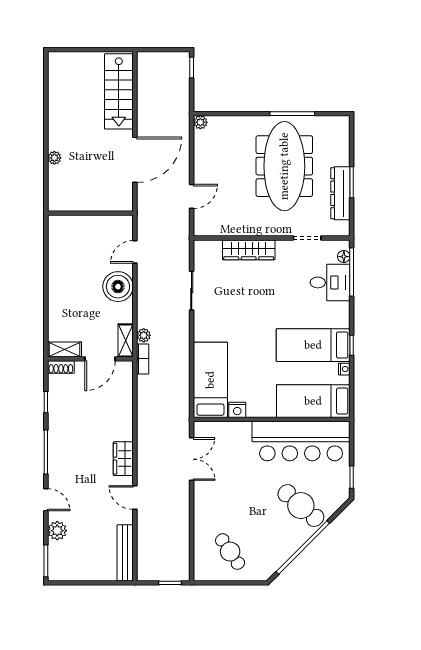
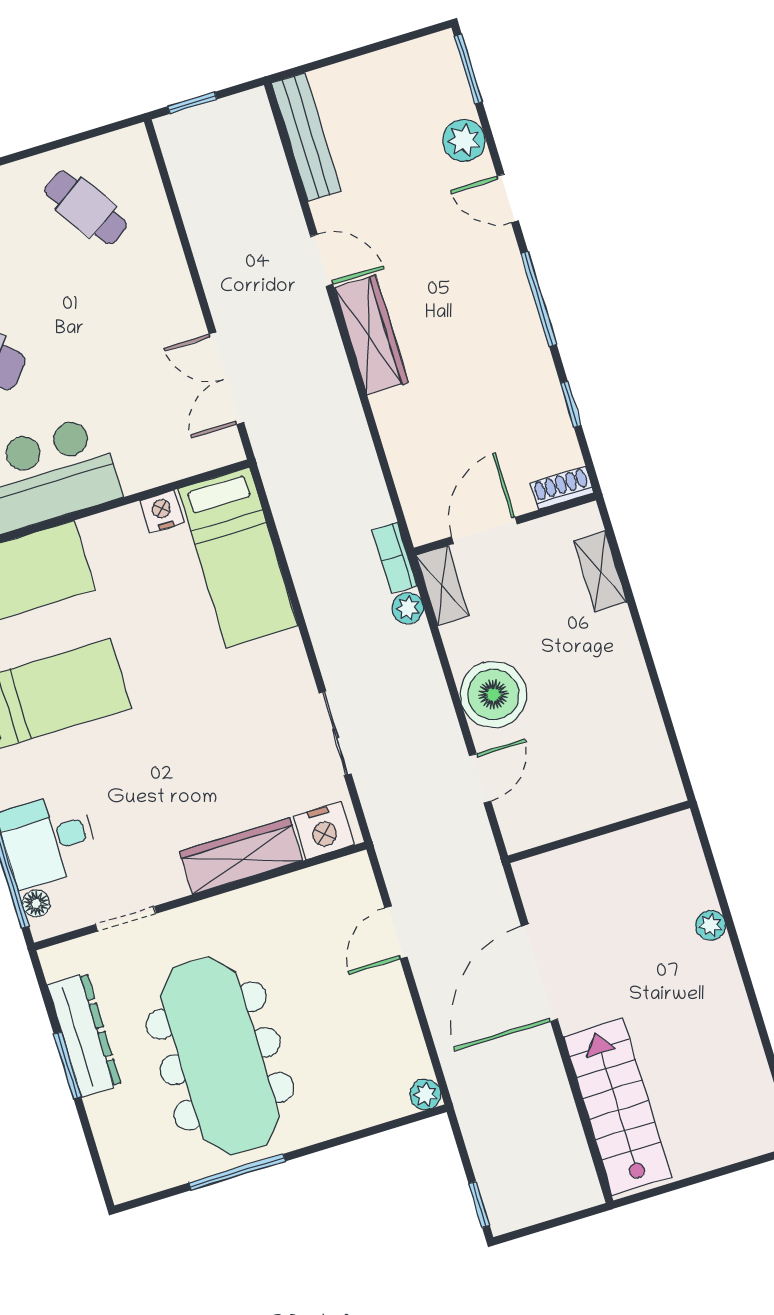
nightstand: (210, 250) -> (323, 831), added
shelving: (65, 350) -> (600, 571), moved, turned 90
wardrobe: (123, 459) -> (371, 335), width x1.50

